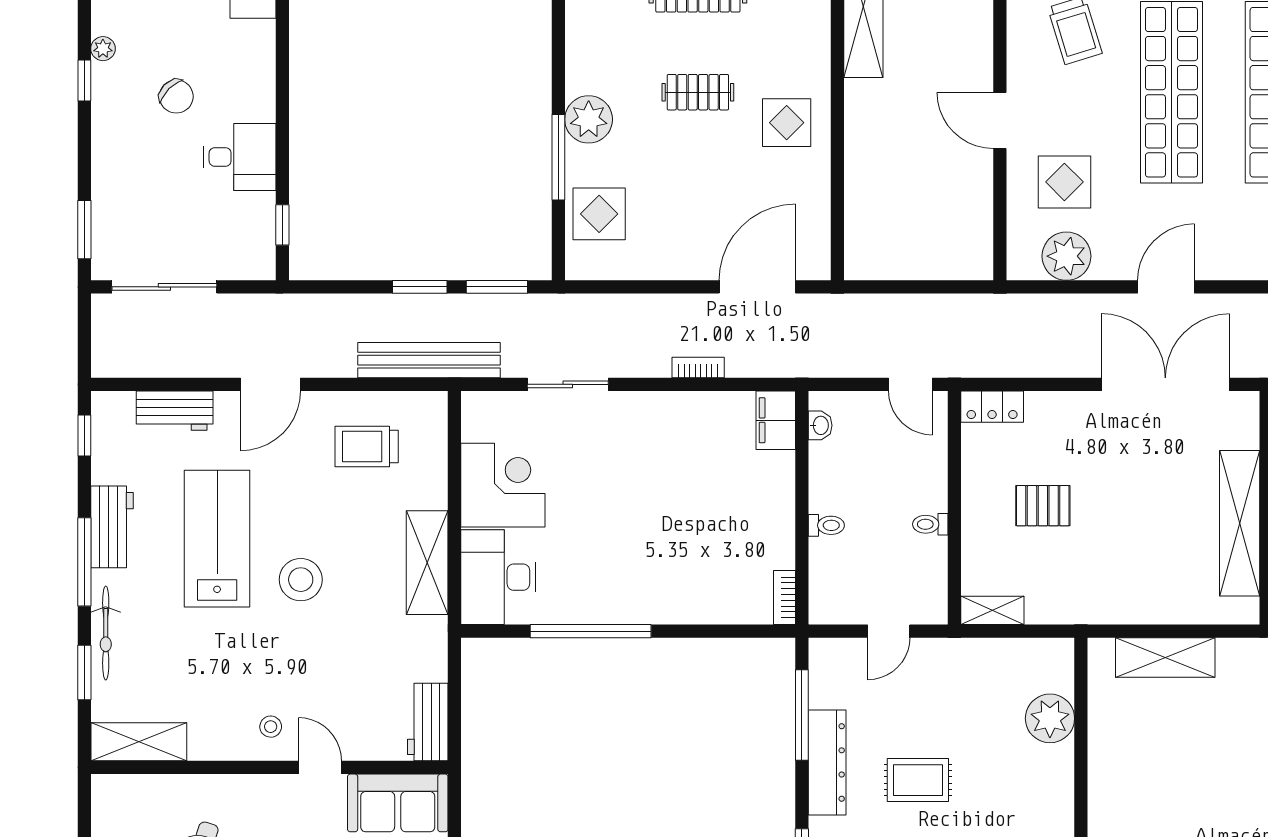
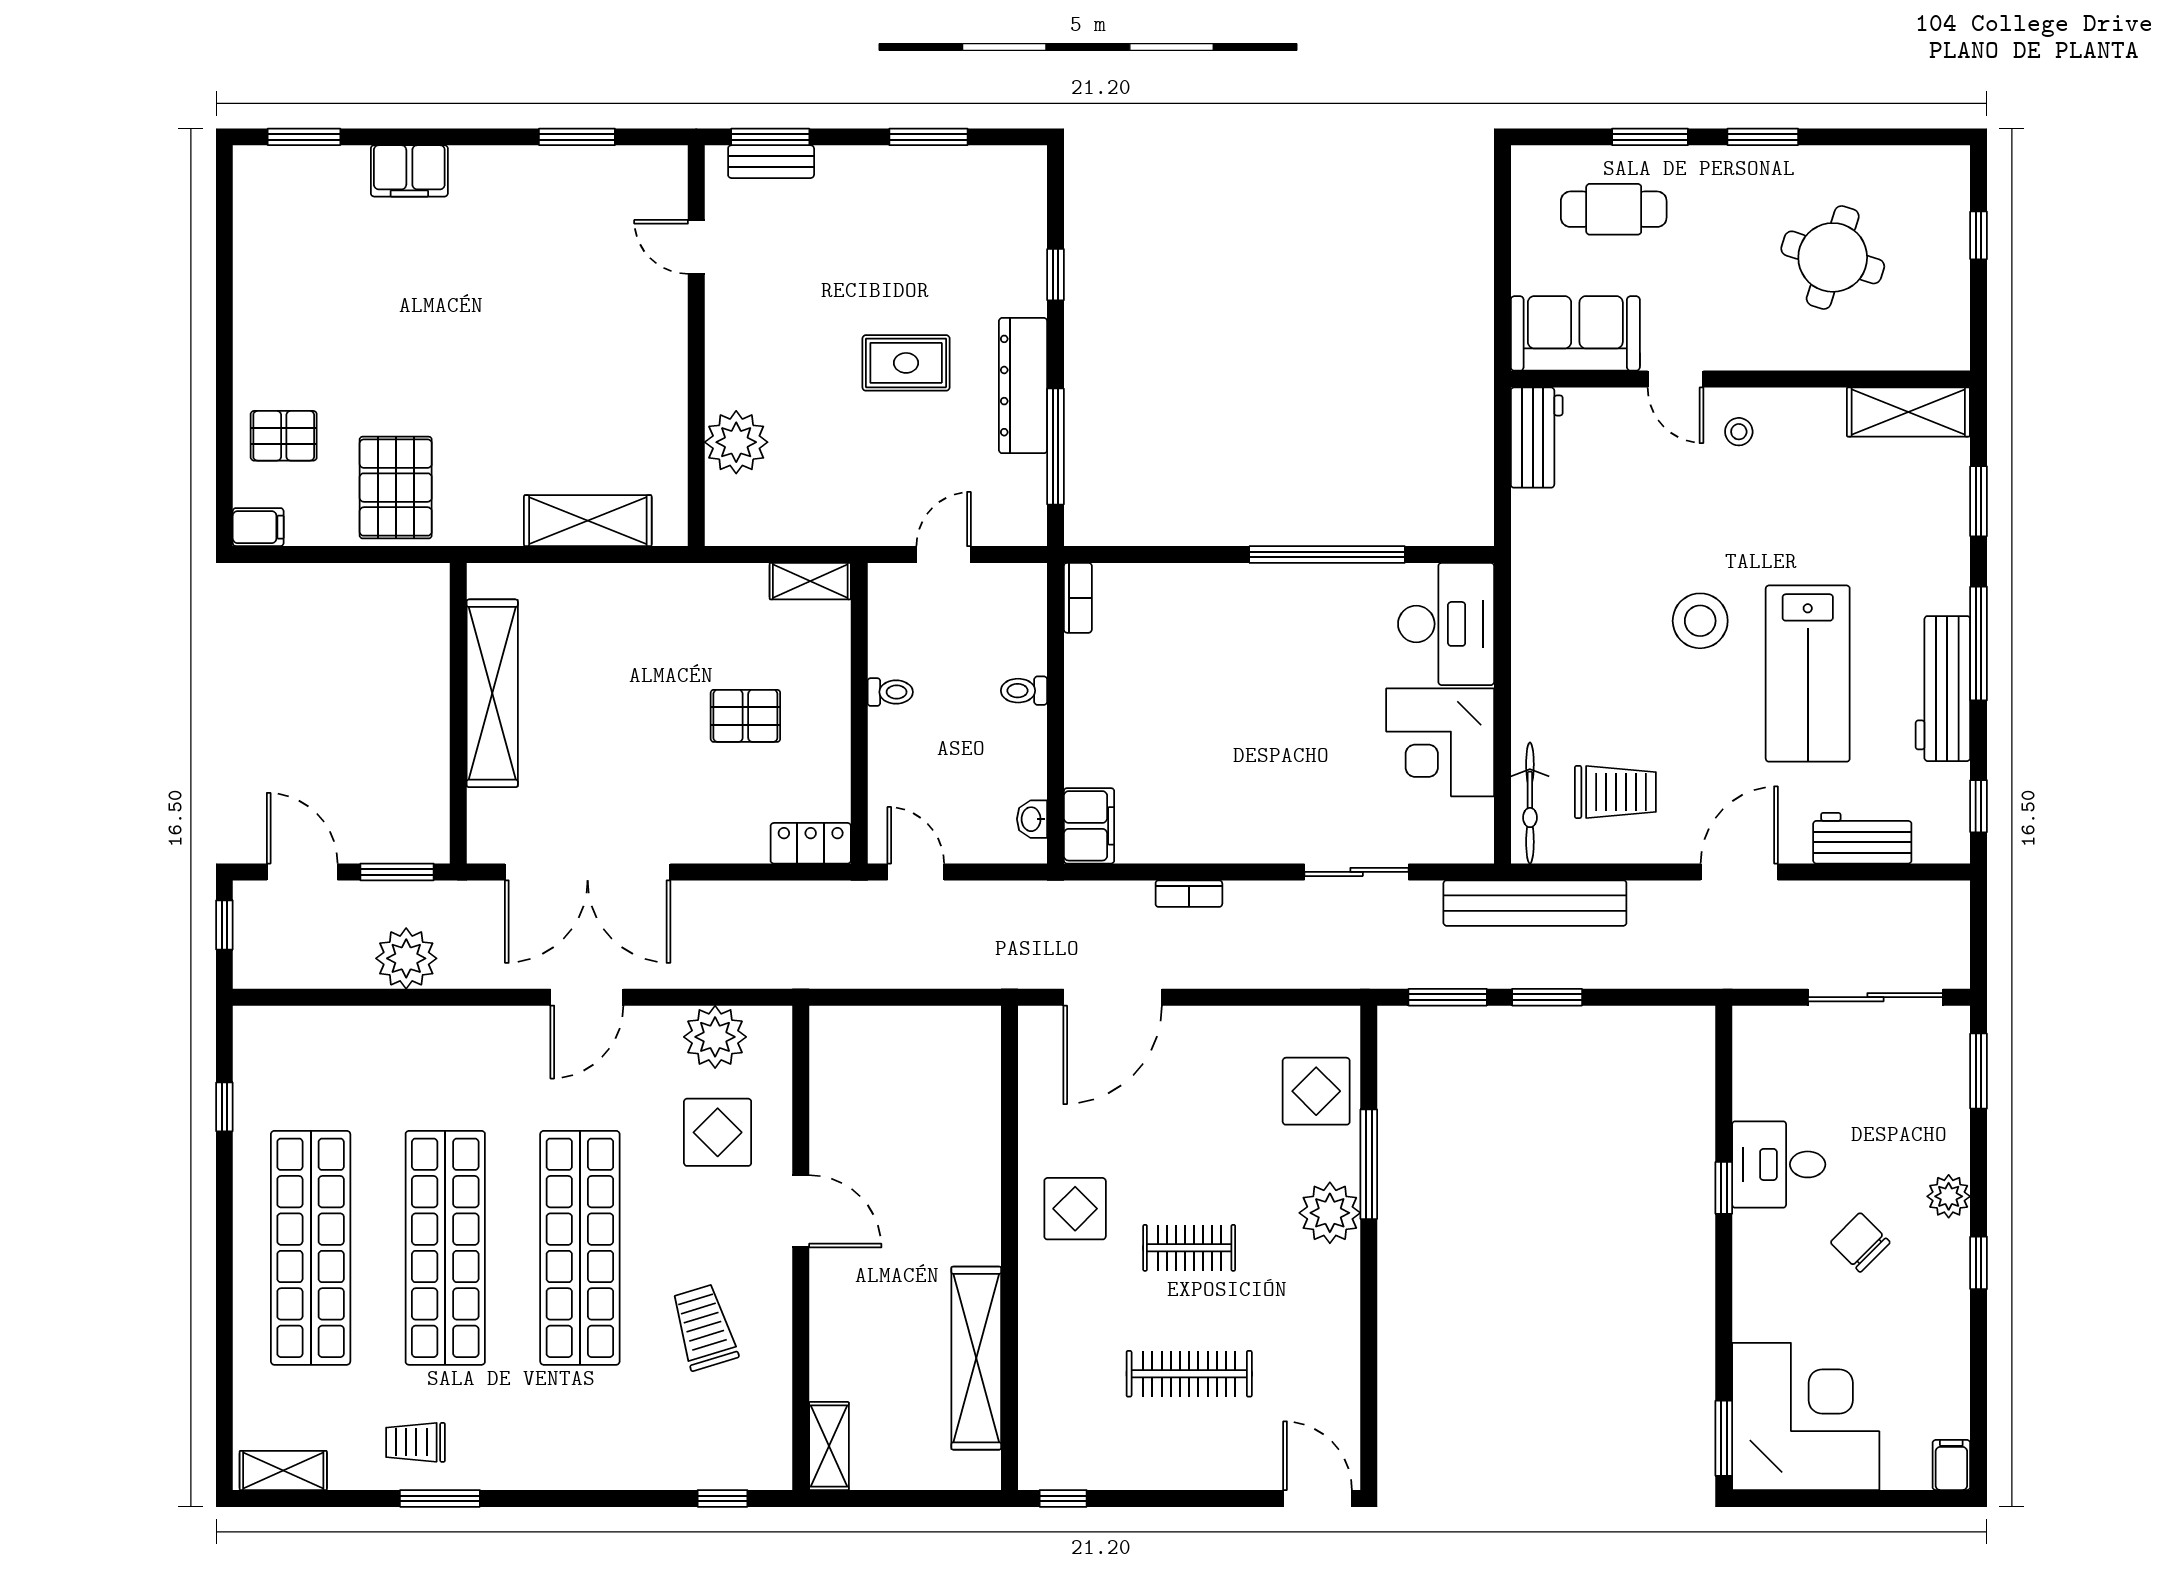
plant: (103, 49) -> (1949, 1196), moved, width x1.38, depth x1.38
window: (282, 225) -> (1724, 1188), moved
workbench: (112, 527) -> (1943, 689), width x1.38
shelving: (427, 563) -> (1538, 643), removed
bicycle: (106, 633) -> (1530, 803), moved, turned 180

